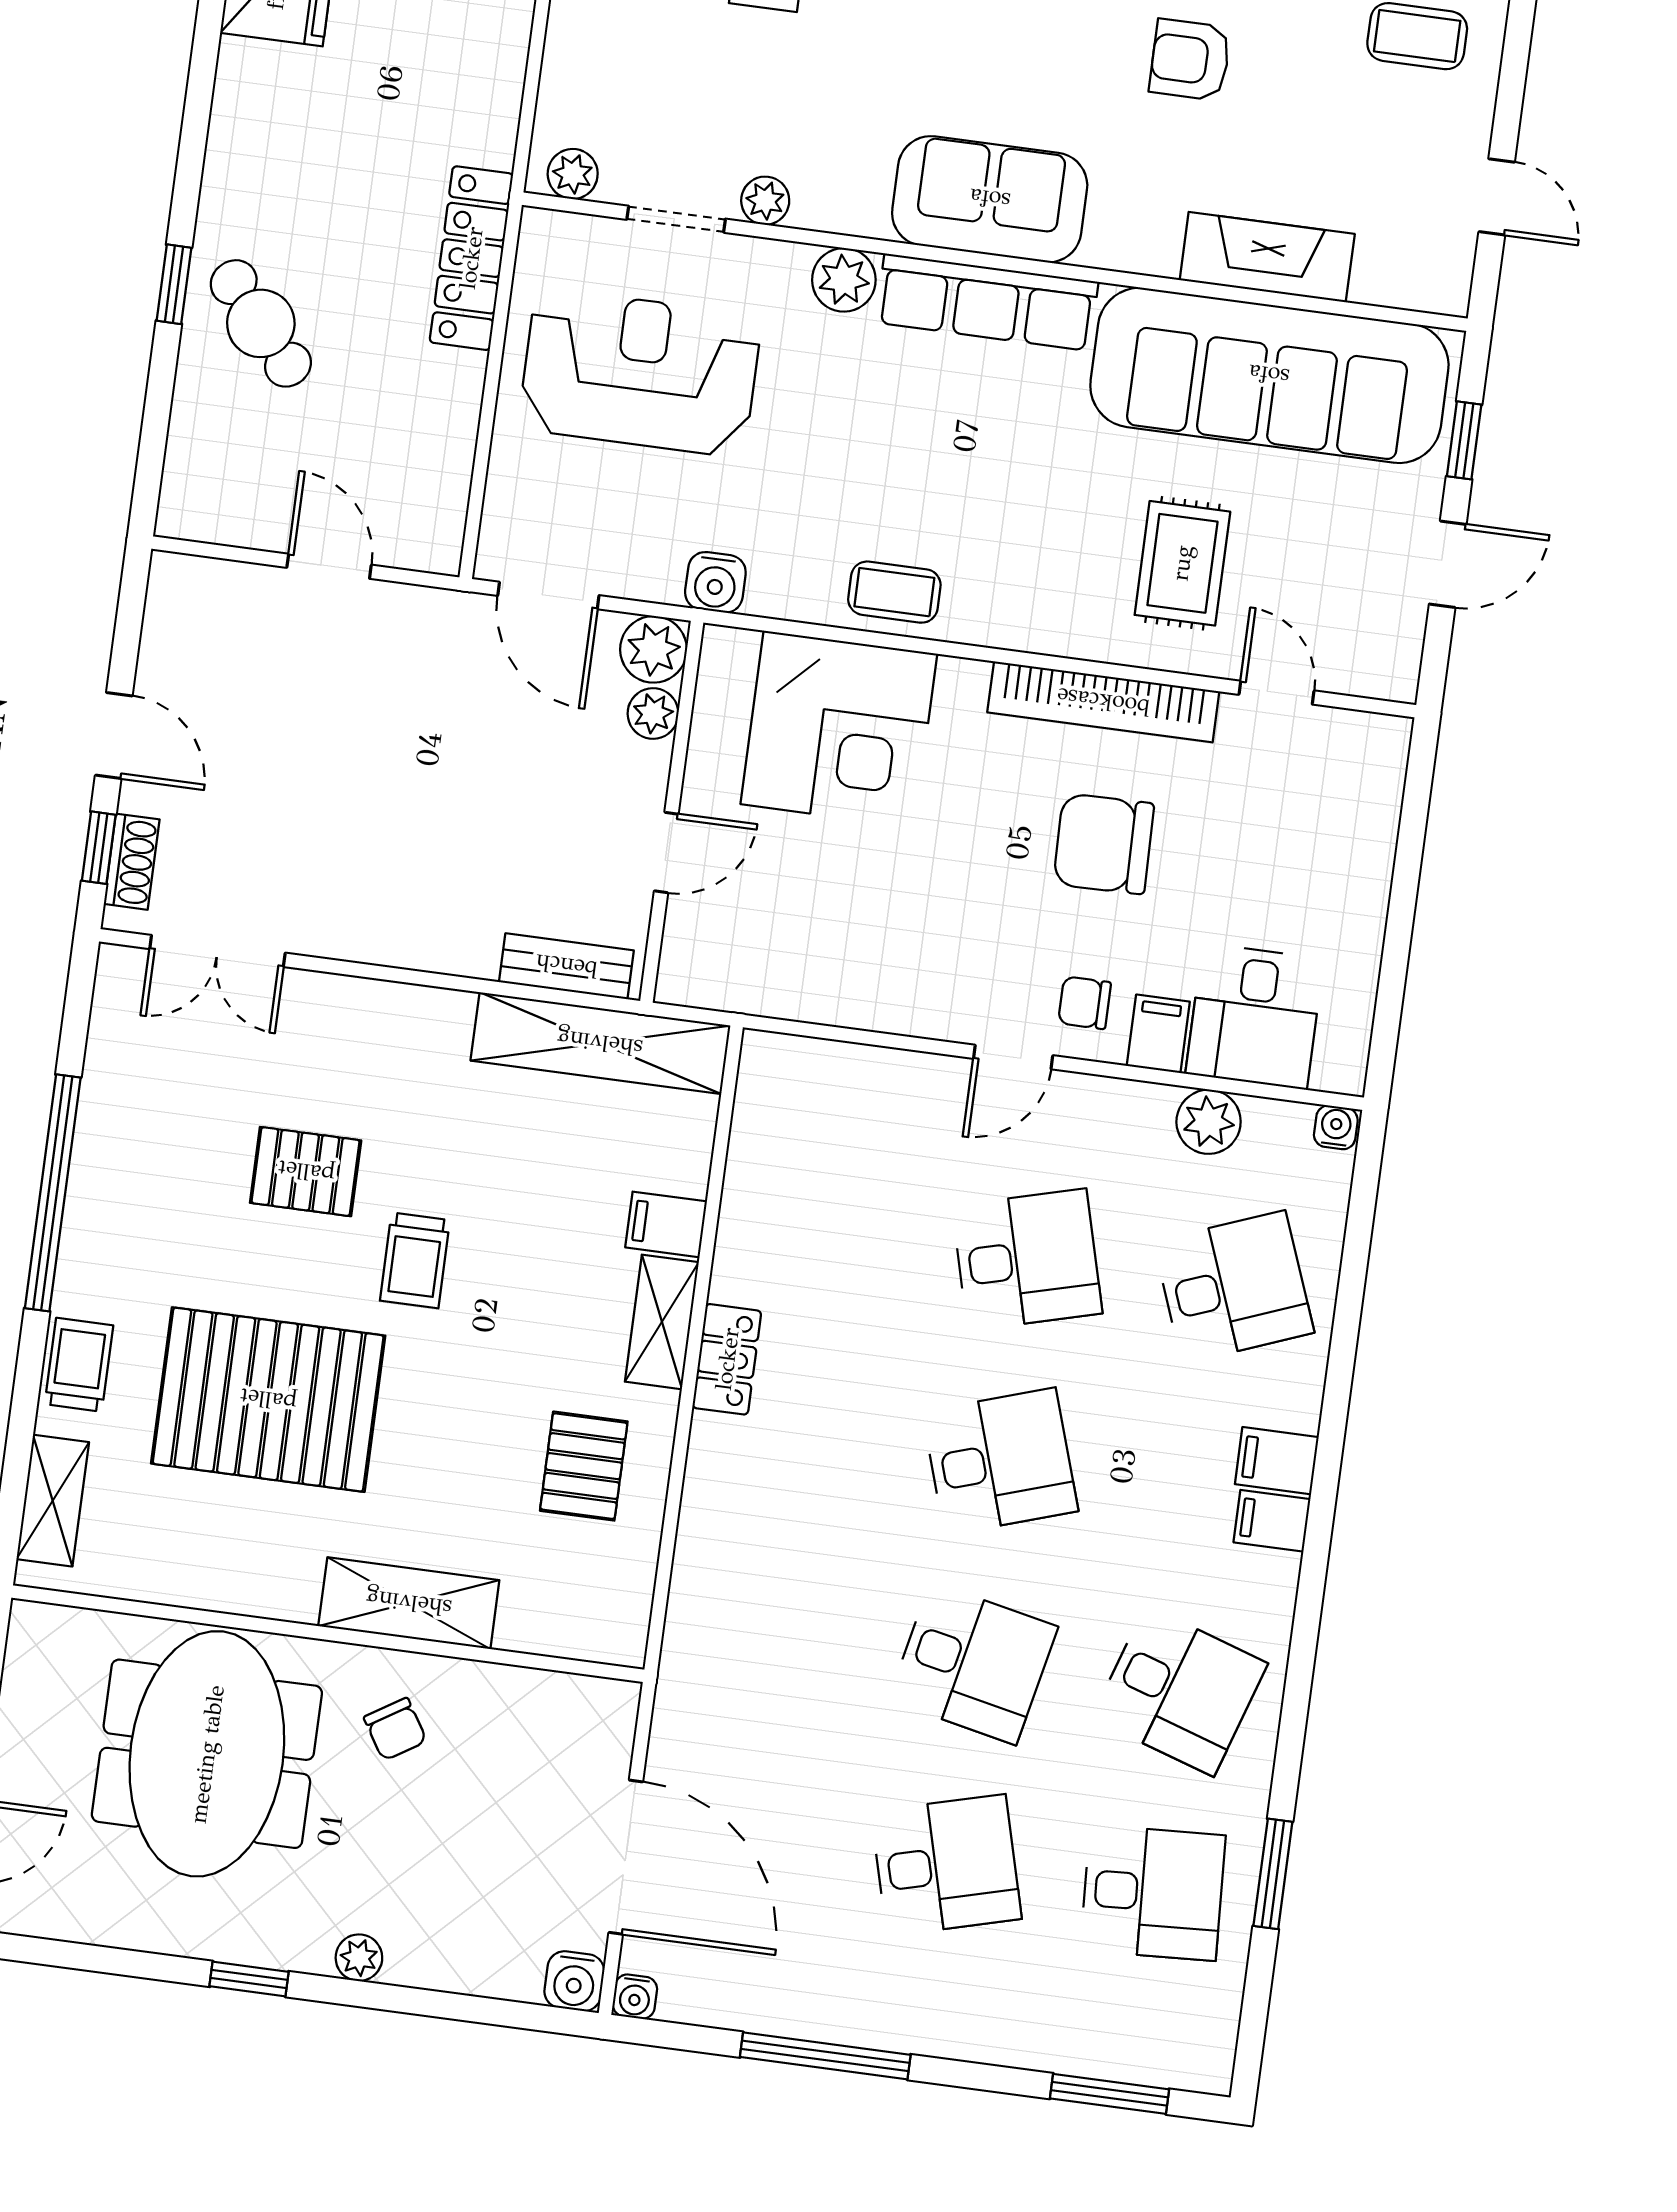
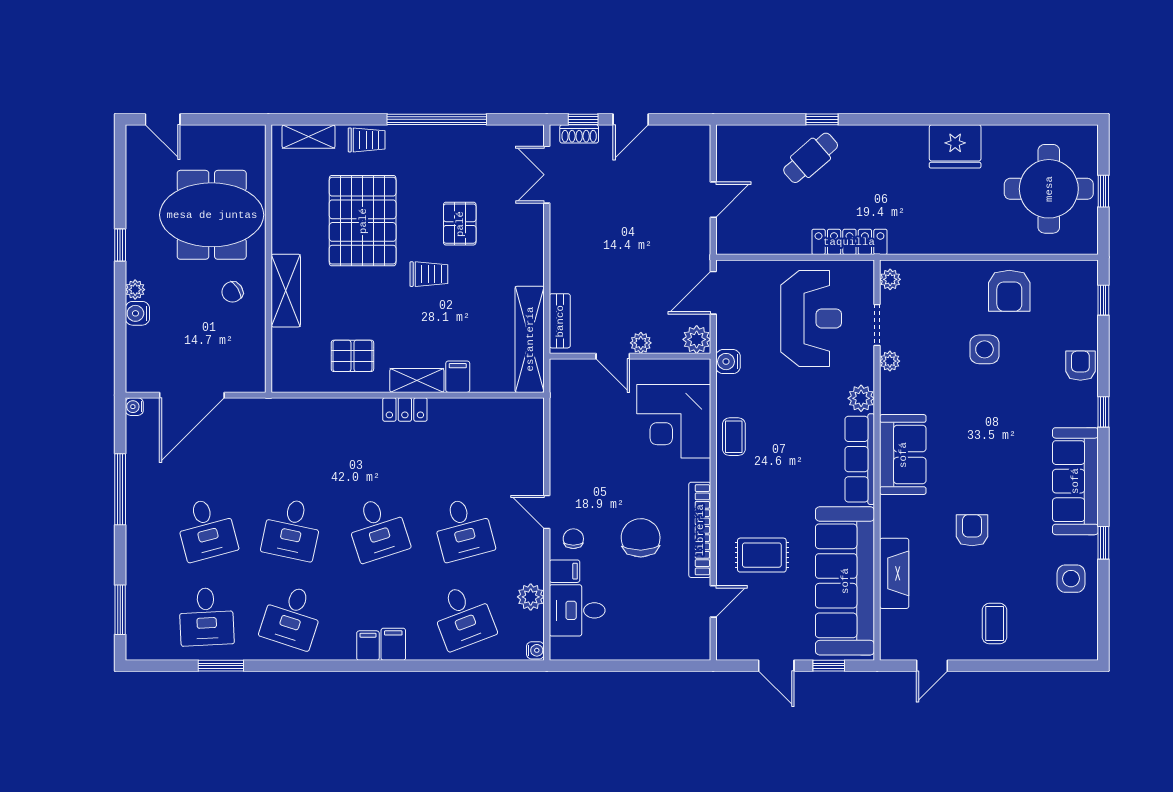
plant: (653, 713) -> (641, 343), moved
trolley: (415, 1260) -> (429, 274), turned 180
water cooler: (574, 1981) -> (137, 313), moved

